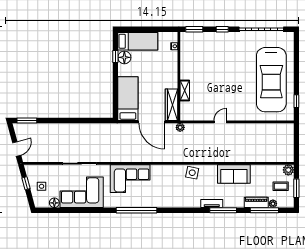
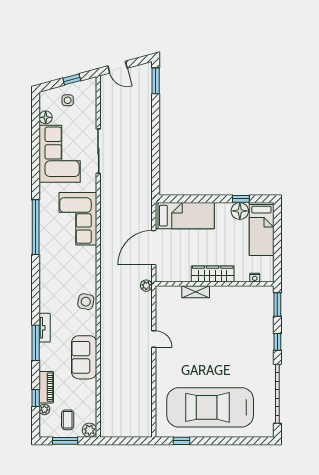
wardrobe: (172, 105) -> (213, 274), moved
window: (264, 210) -> (36, 398), width x0.46

